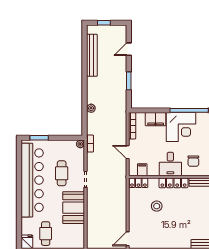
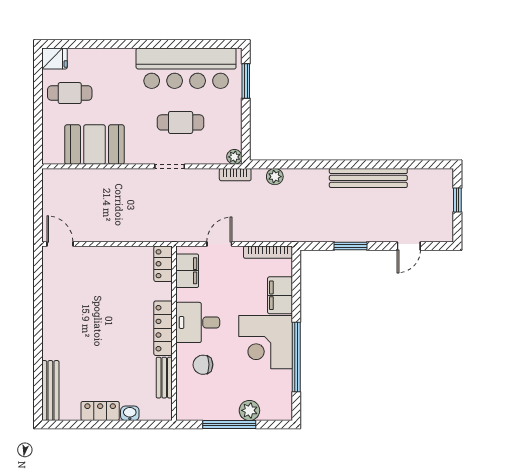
door: (129, 49) -> (409, 246), swing flipped
bench: (92, 55) -> (368, 178), moved
plant: (91, 108) -> (275, 177), moved
filing cabinet: (142, 170) -> (187, 271), width x2.00
bar counter: (32, 180) -> (186, 68), width x0.73
stool: (157, 206) -> (120, 297), removed
booth: (74, 208) -> (94, 145), moved

